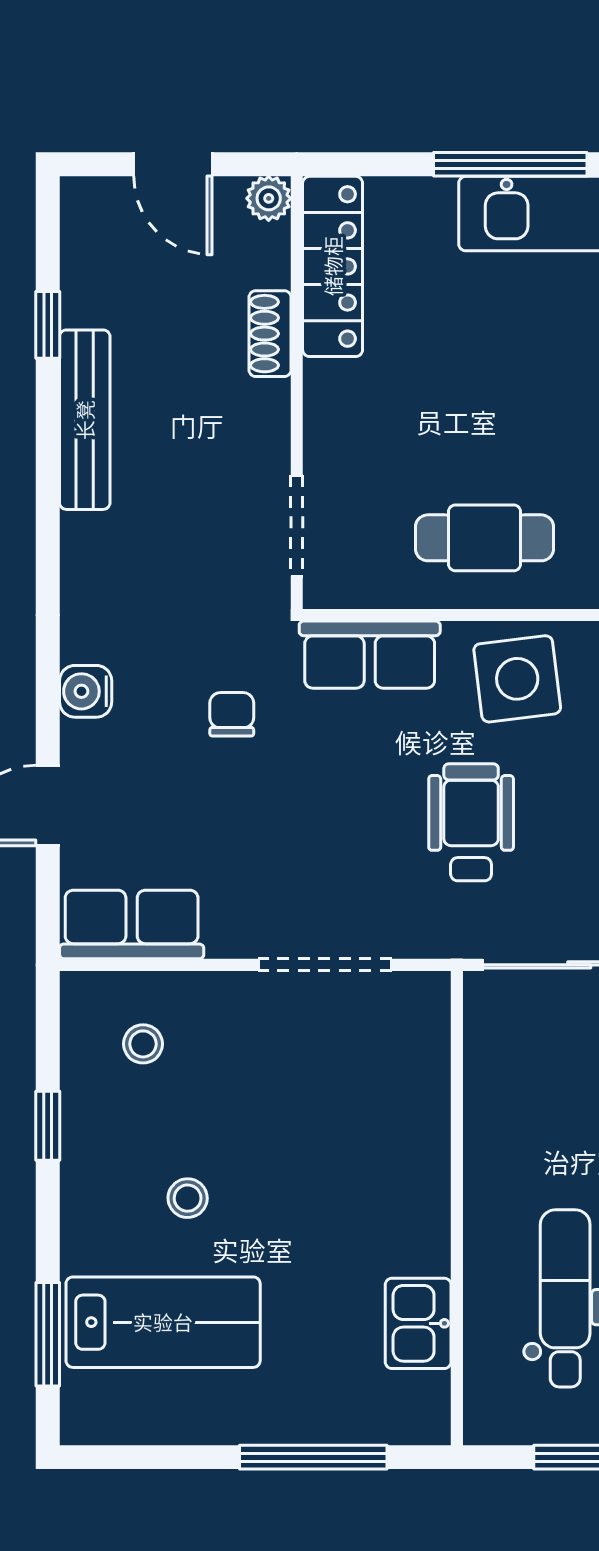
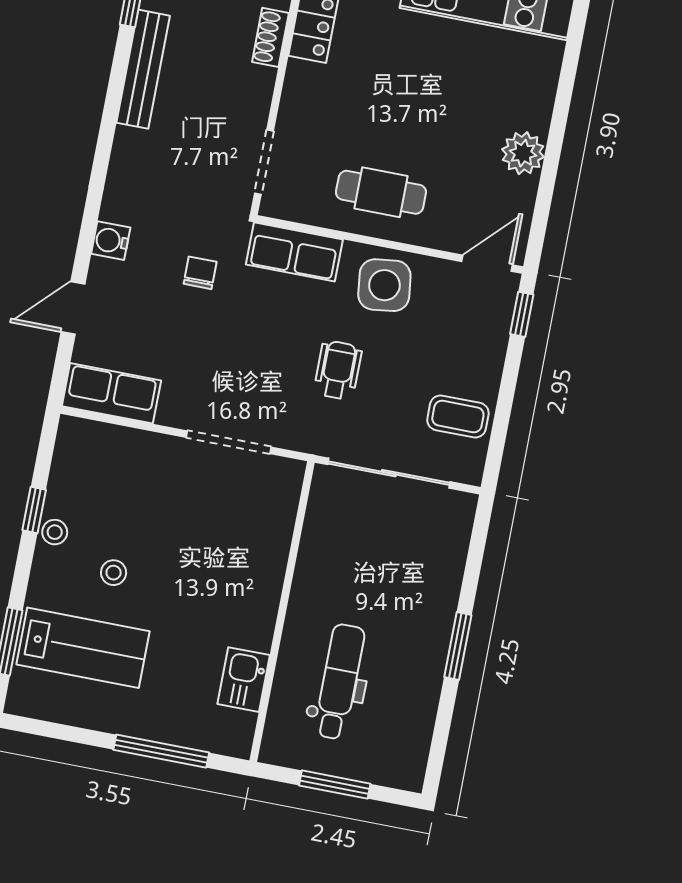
wheelchair: (471, 822) -> (338, 370), width x0.73, depth x0.73
stool: (143, 1044) -> (55, 532), moved

